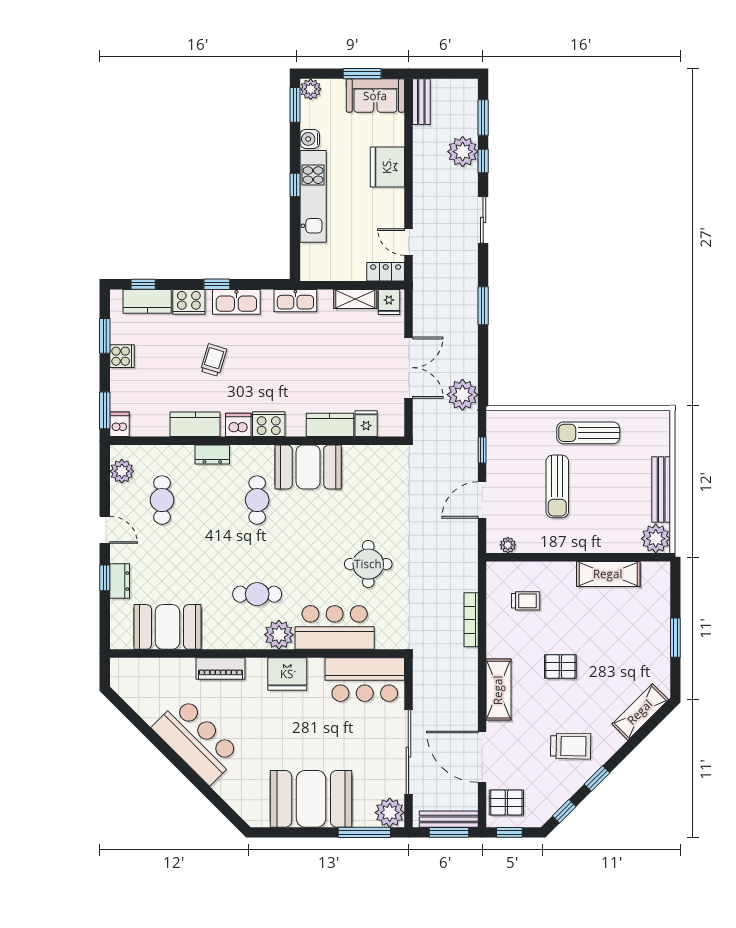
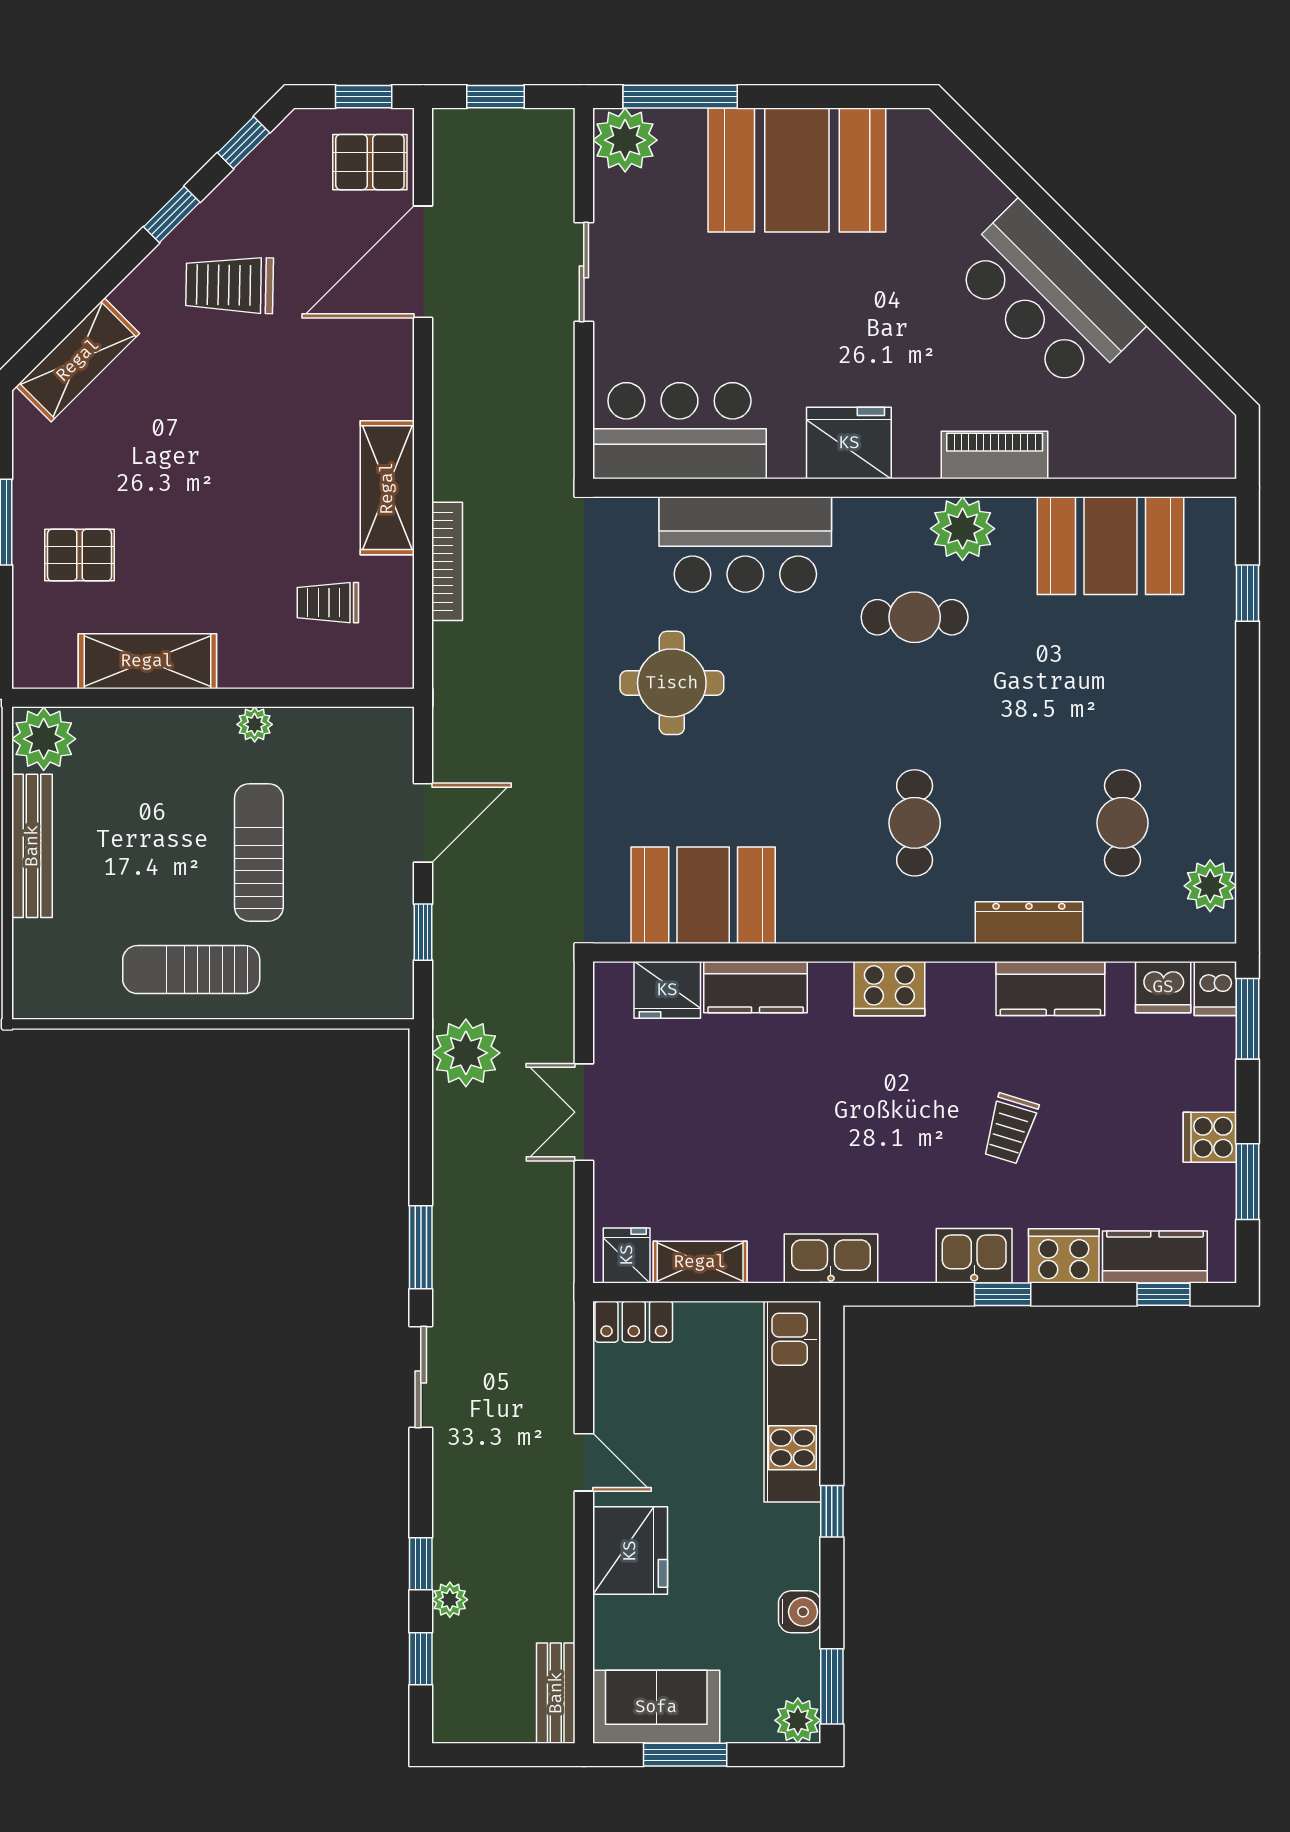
window: (483, 117) -> (421, 1659), width x0.67
plant: (463, 152) -> (450, 1600), width x0.53, depth x0.53
kitchen unit: (313, 196) -> (792, 1402), moved
sliding door: (483, 220) -> (421, 1377), moved
door: (408, 242) -> (584, 1462), moved
kitchen sink: (236, 302) -> (974, 1256), width x0.73
double door: (408, 368) -> (584, 1112), width x0.73
fridge: (366, 424) -> (667, 990), width x1.38
dishwasher: (238, 425) -> (1163, 987), moved
sun lounger: (588, 433) -> (191, 970), turned 180
dresser: (212, 454) -> (1029, 923), width x1.44
booth: (308, 467) -> (703, 895), moved
door: (105, 530) -> (1248, 758), removed
plant: (508, 545) -> (255, 724), moved
window: (105, 578) -> (1248, 593), moved
dresser: (120, 581) -> (1215, 646), removed
plant: (279, 635) -> (963, 529), moved
pallet: (560, 666) -> (80, 555), moved
shelving: (498, 690) -> (387, 488), moved
sliding door: (408, 752) -> (584, 272), width x0.54
door: (482, 757) -> (423, 262), swing flipped
bench: (449, 819) -> (496, 126), removed
window: (449, 832) -> (495, 97), width x0.67

